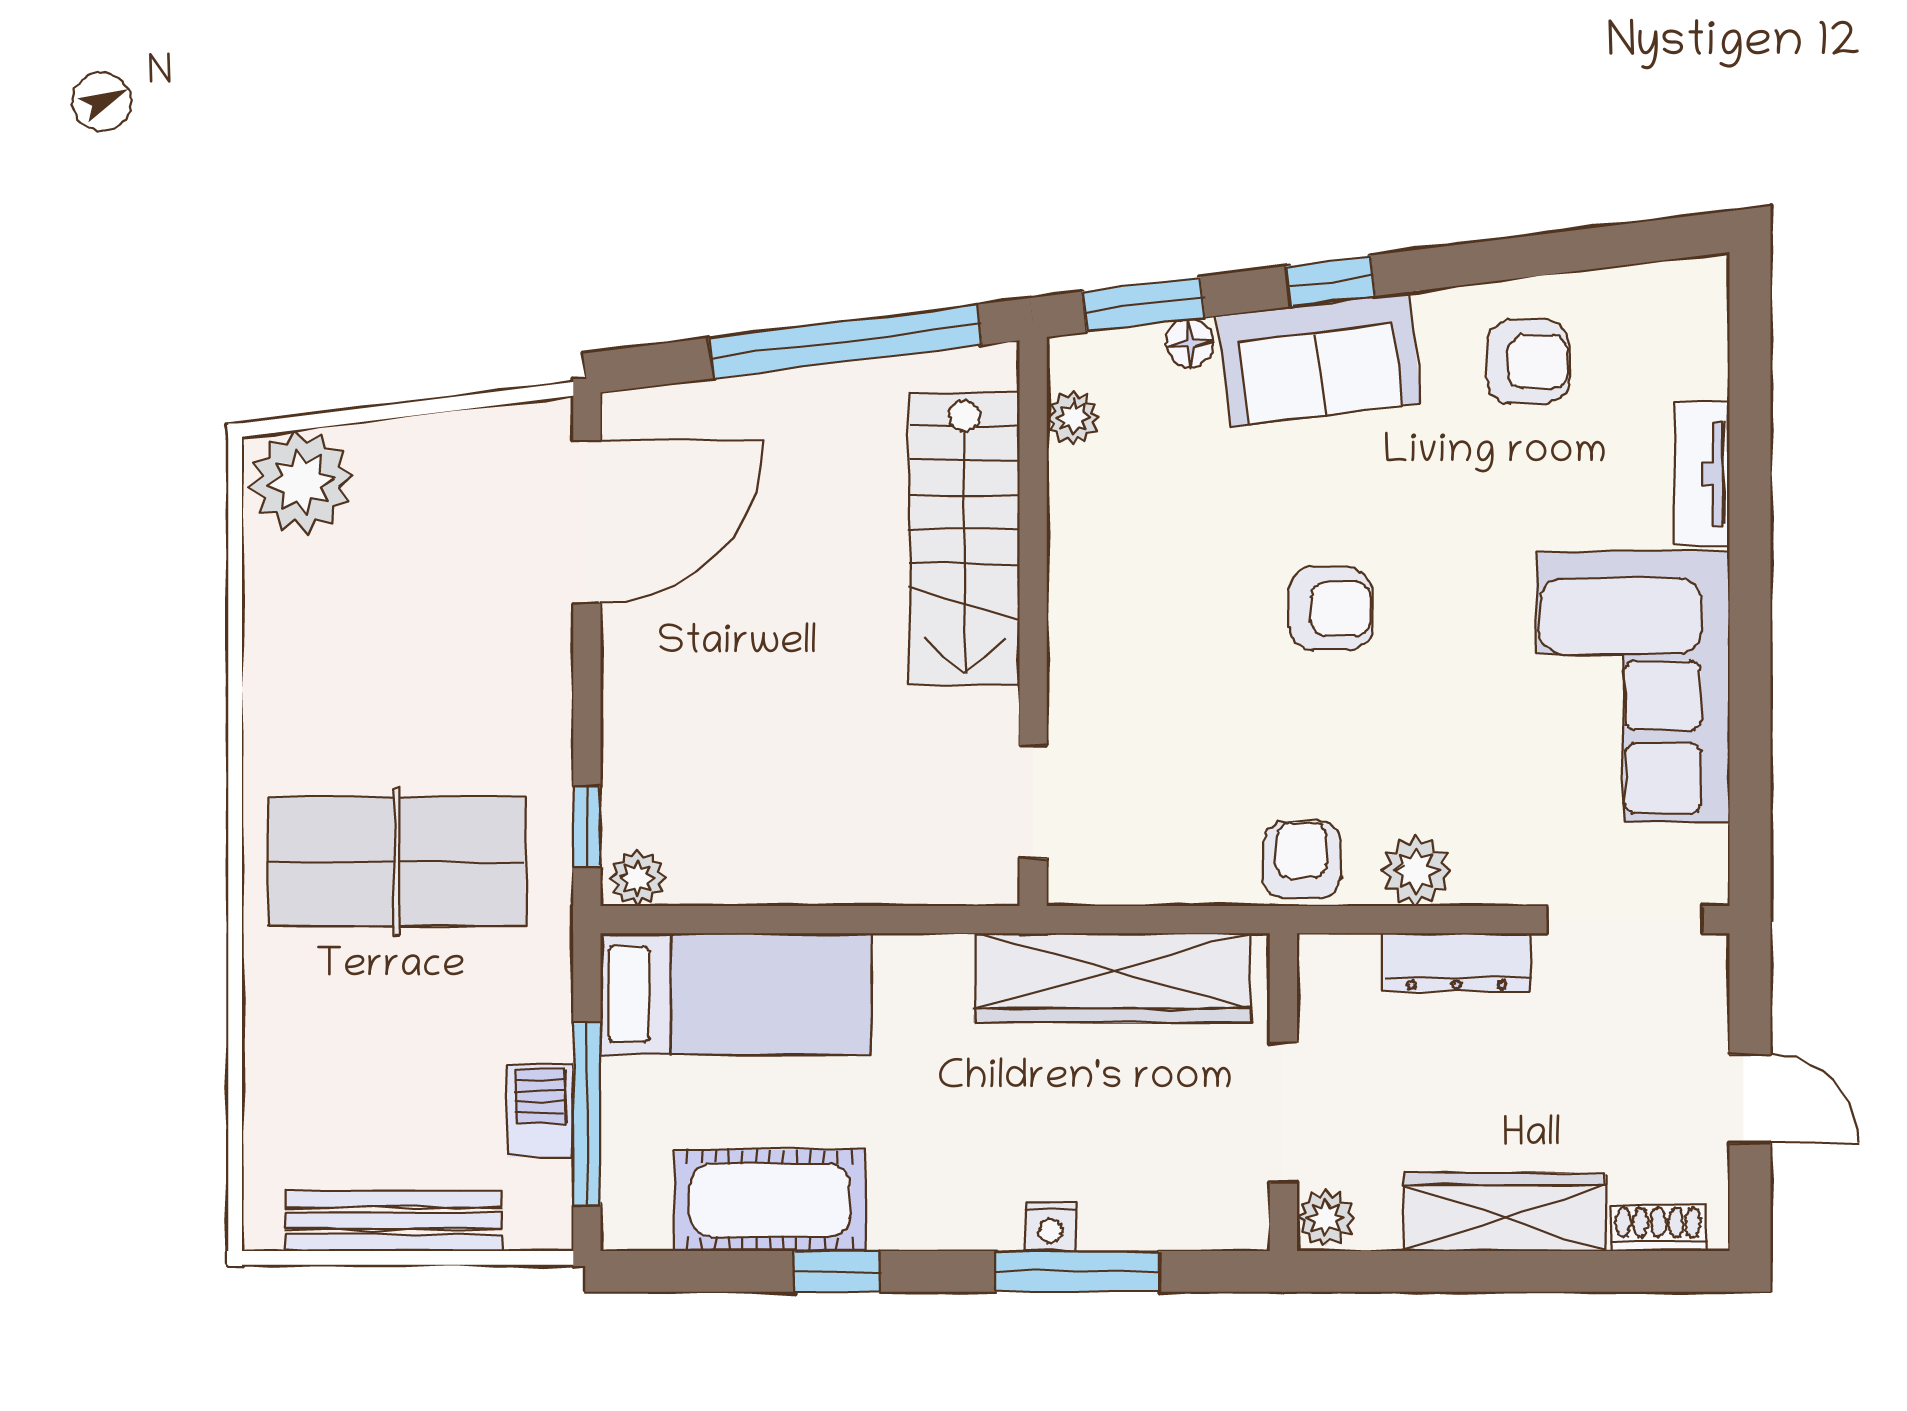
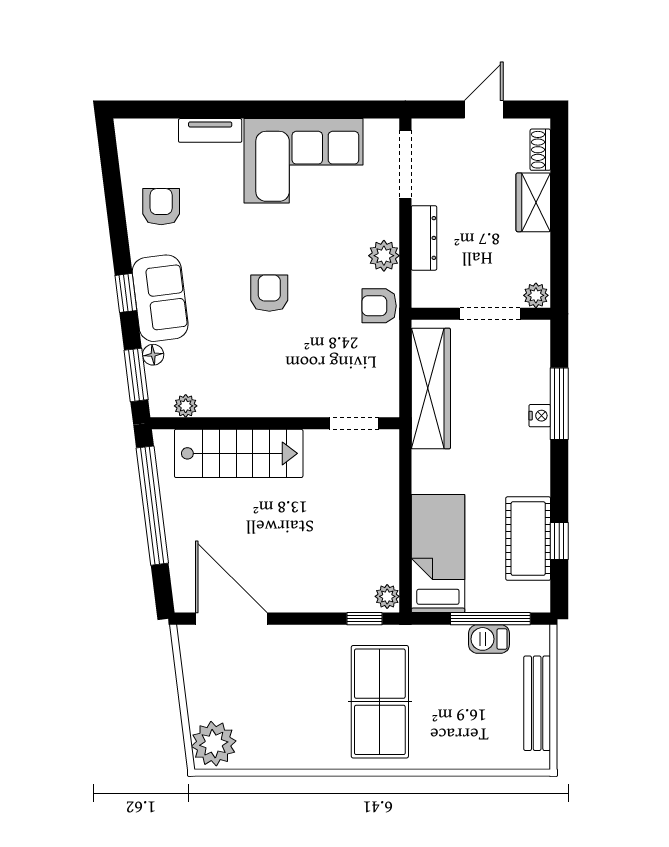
wardrobe: (1504, 1212) -> (533, 202), width x0.67
window: (837, 1271) -> (559, 541), moved

